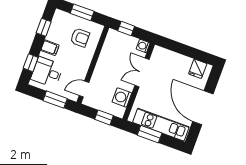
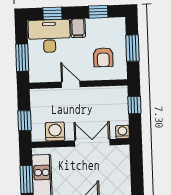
desk: (47, 72) -> (49, 36), width x1.37
door: (84, 89) -> (71, 84), moved

